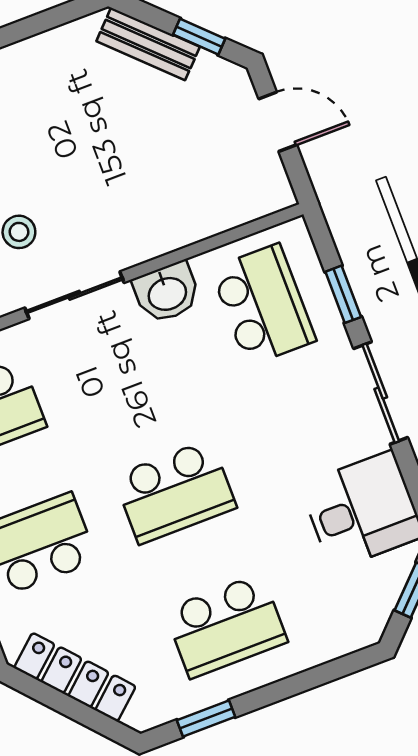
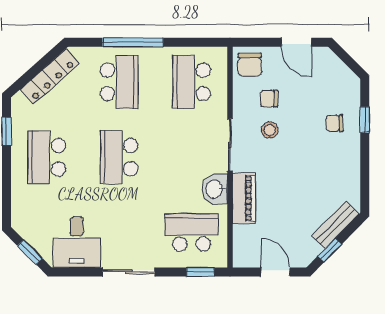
door: (278, 122) -> (275, 272), swing flipped
piano: (164, 232) -> (244, 198), added
window: (343, 294) -> (200, 272), moved
school desk: (263, 305) -> (192, 232), turned 180

